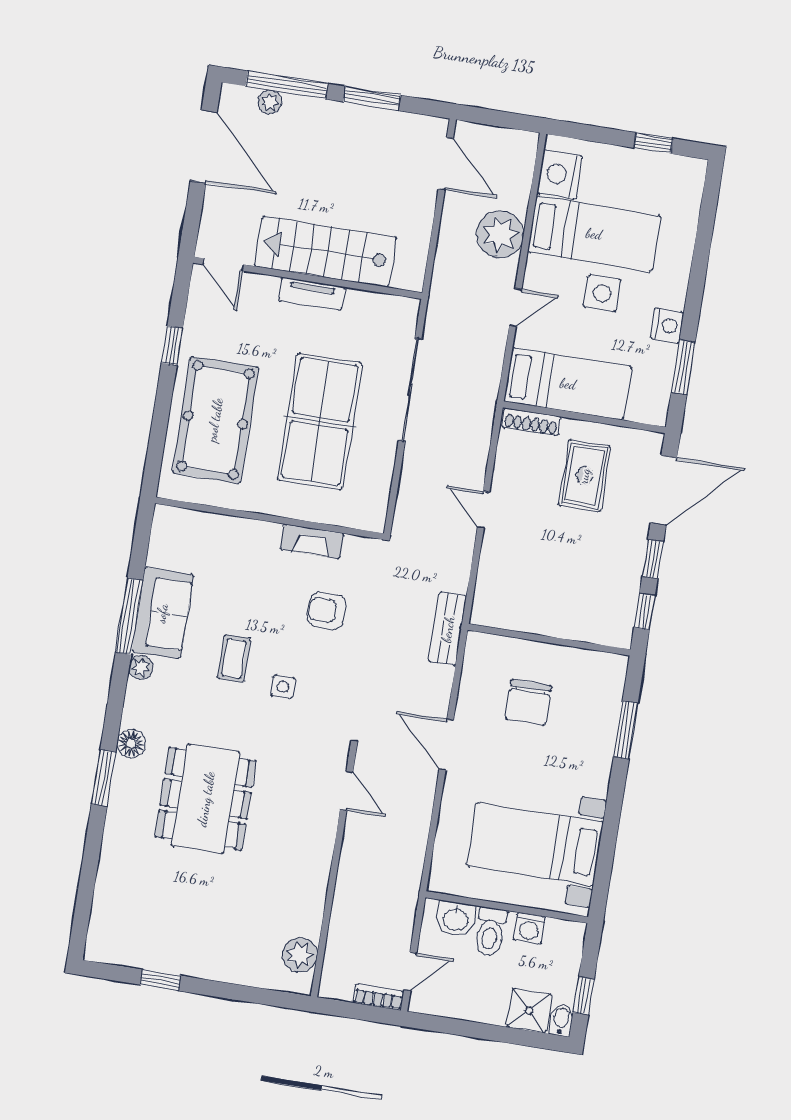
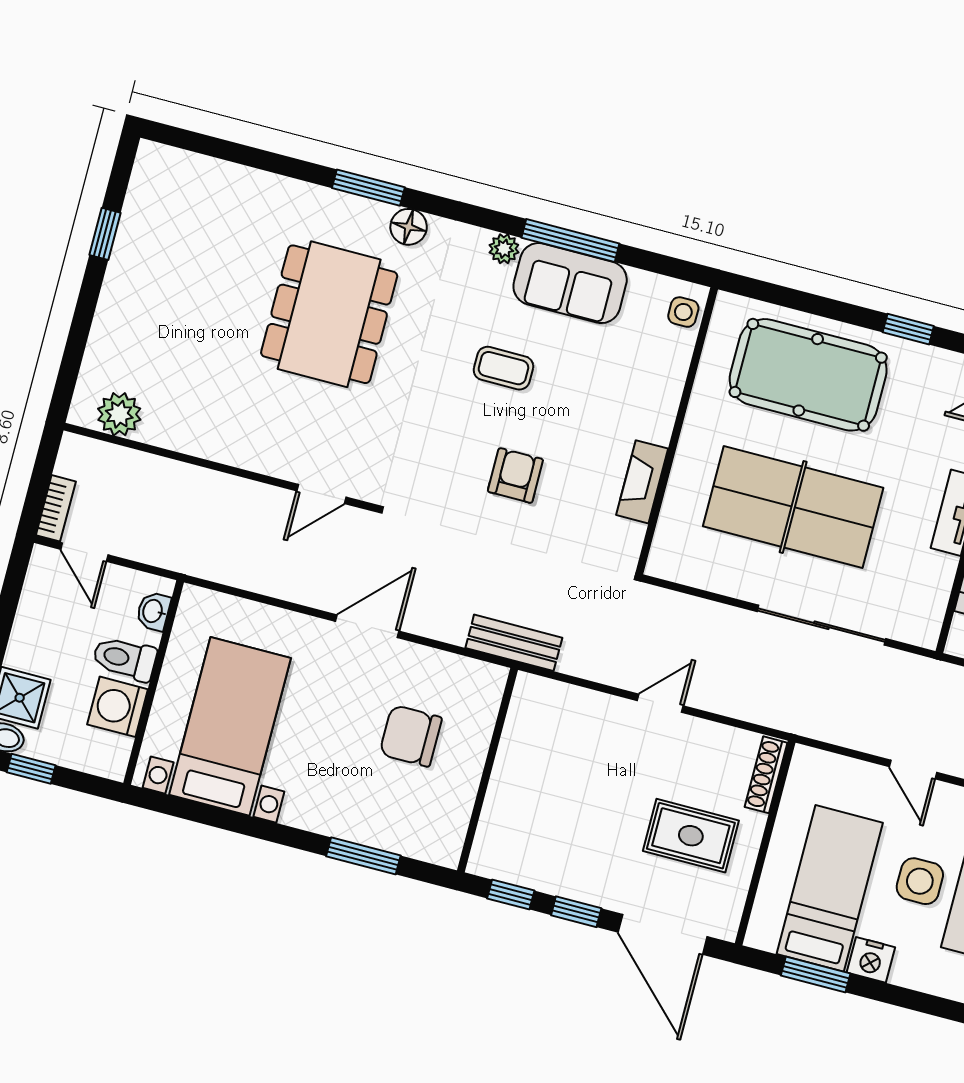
bed: (568, 384) -> (830, 888), moved, turned 180
armchair: (327, 611) -> (515, 475), moved
side table: (283, 687) -> (683, 312), moved
dining table: (206, 799) -> (329, 314), turned 90
washbasin: (456, 919) -> (153, 611), width x0.72, depth x0.69
washing machine: (529, 928) -> (118, 707), width x1.38, depth x1.38

